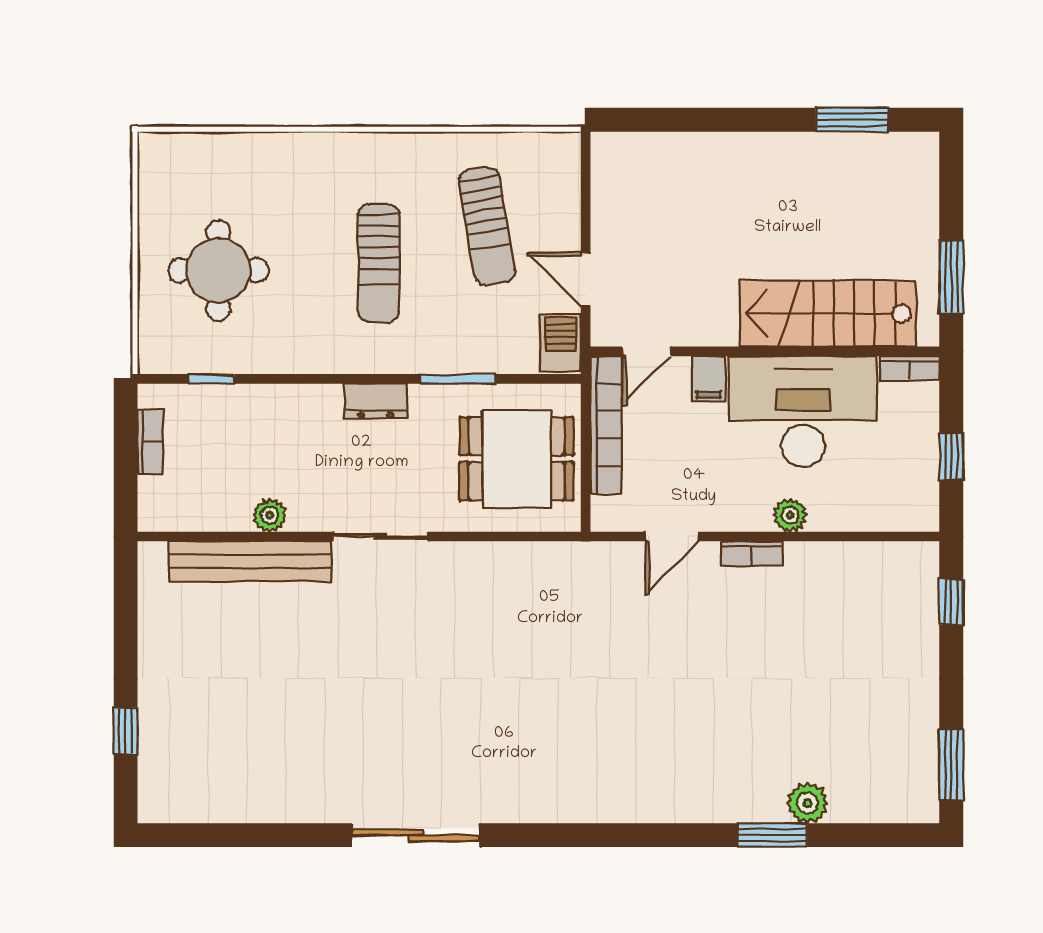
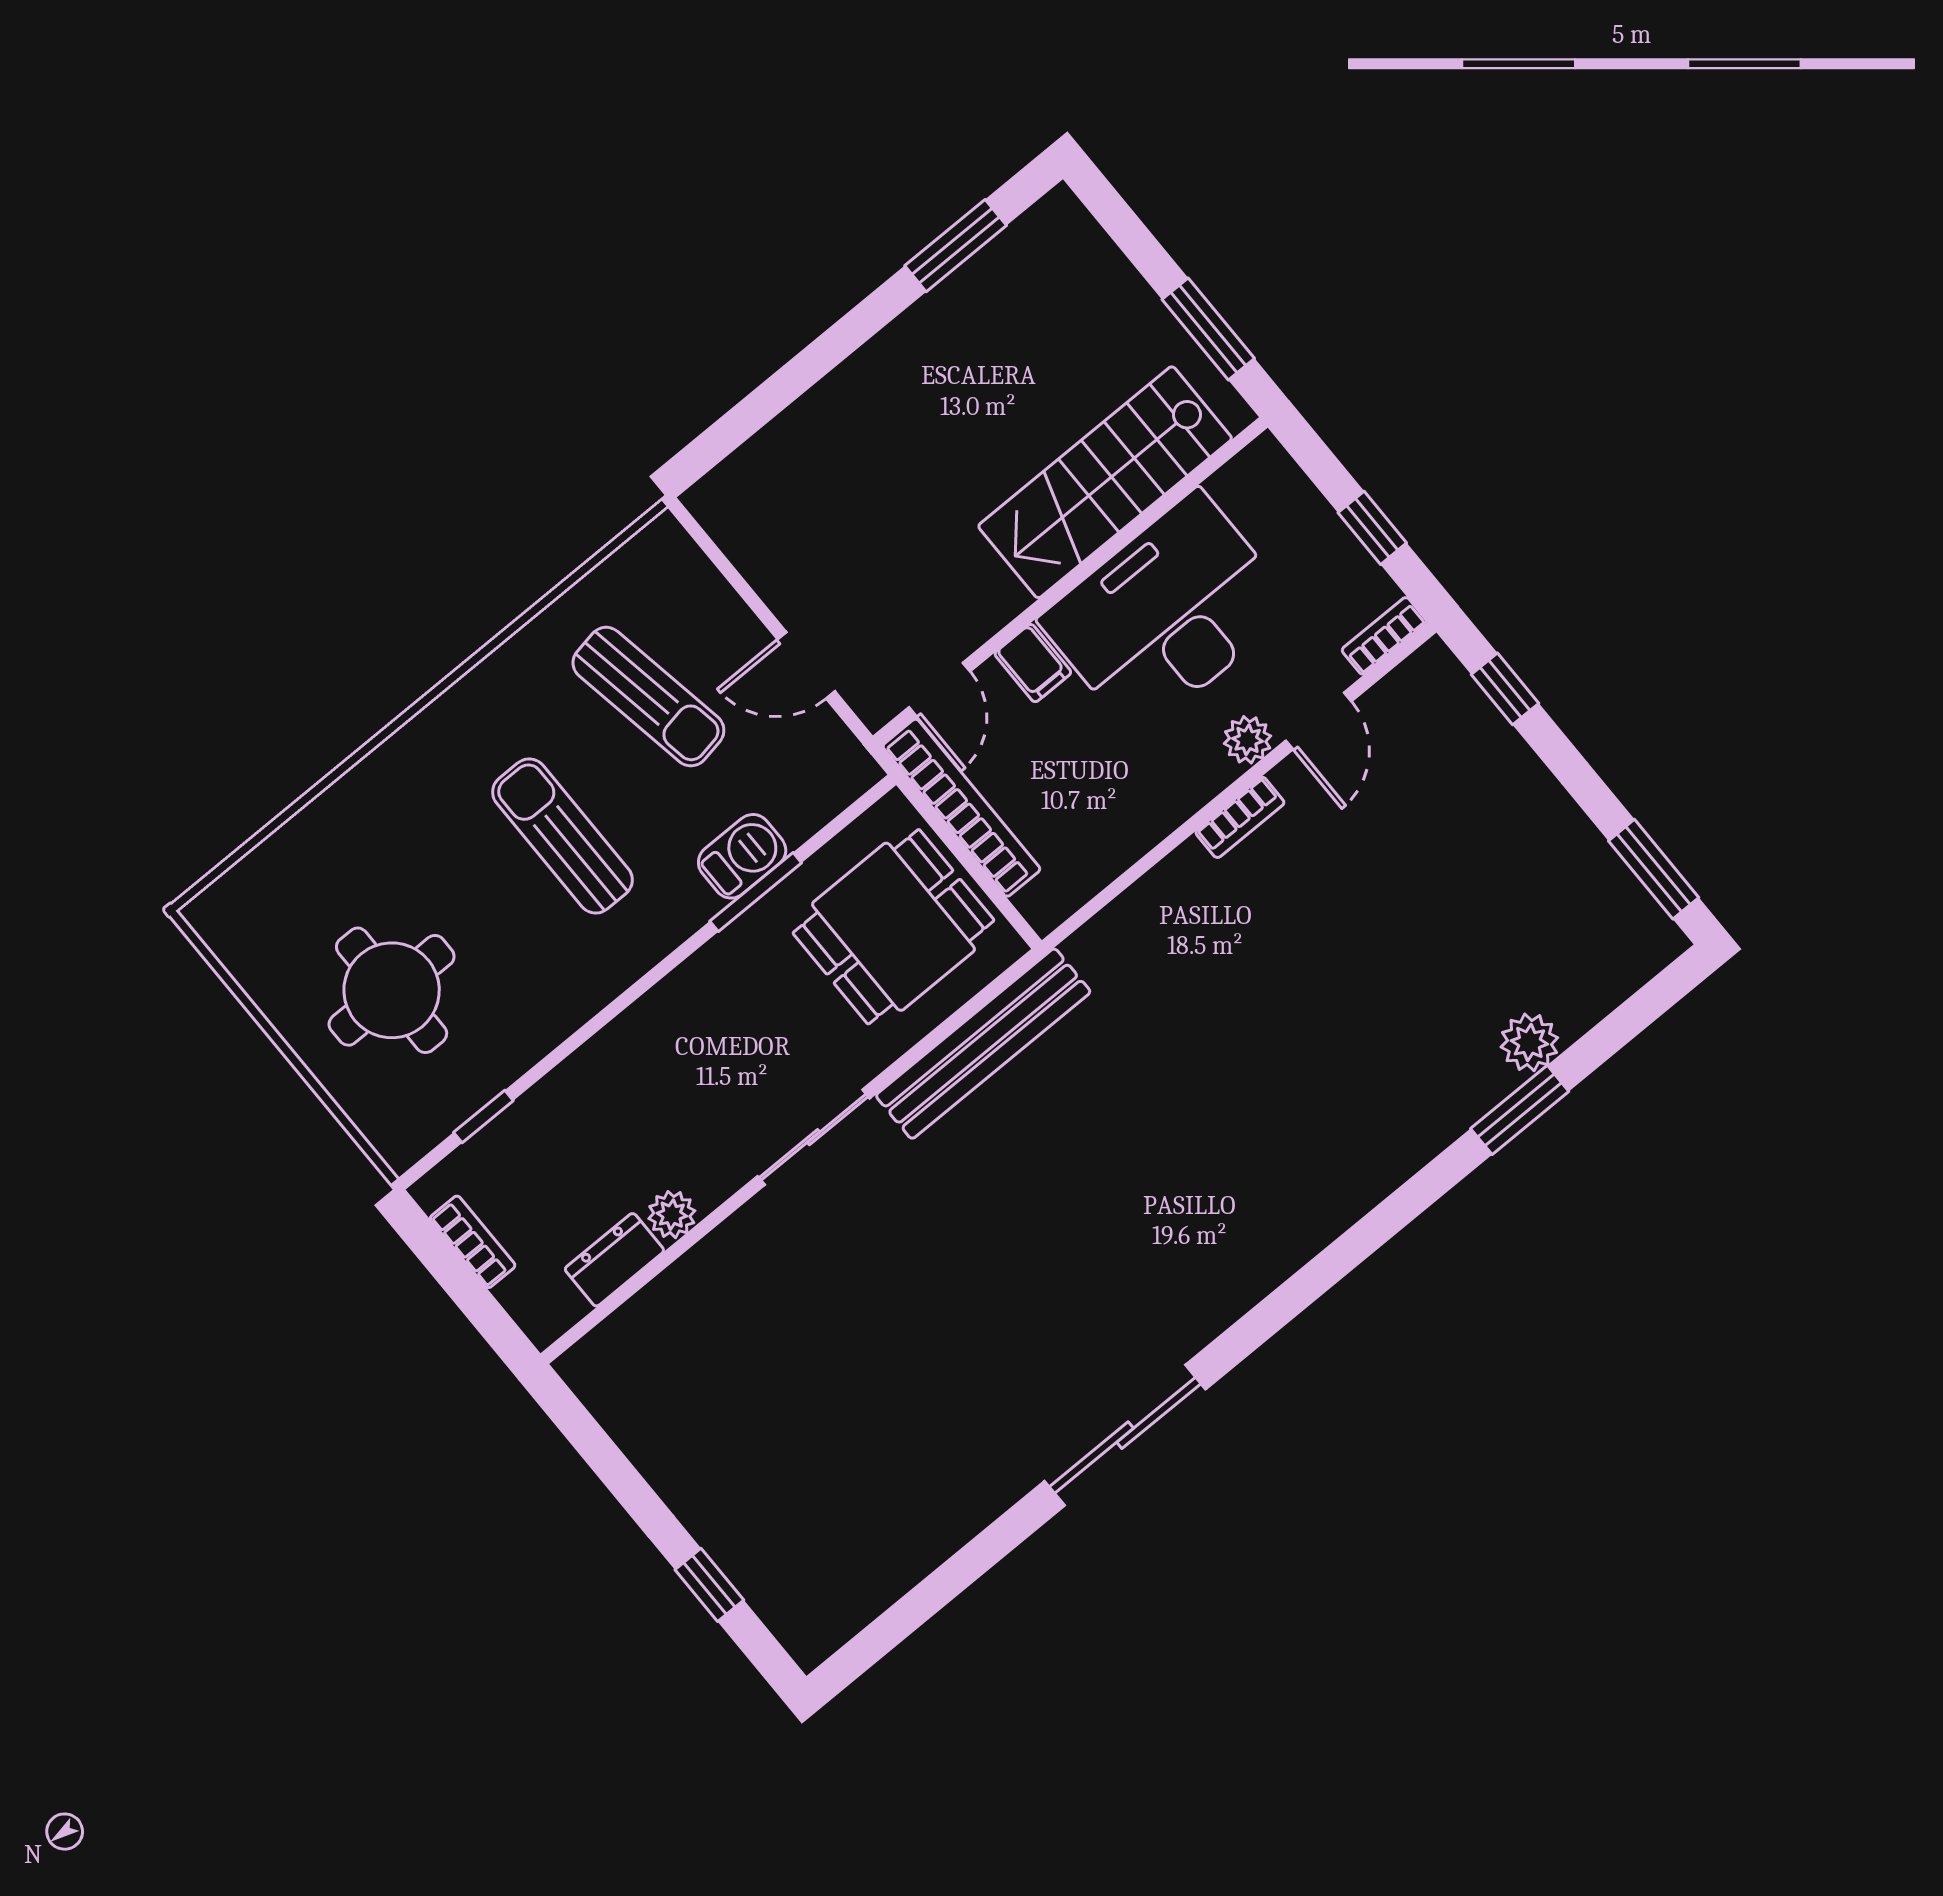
sun lounger: (379, 263) -> (562, 836), turned 180
barbecue: (560, 343) -> (742, 856), moved, turned 90
bookcase: (910, 368) -> (1384, 636), moved, turned 180
dresser: (376, 401) -> (614, 1260), moved, turned 180
door: (672, 537) -> (1319, 721), moved
bench: (250, 561) -> (983, 1044), moved

